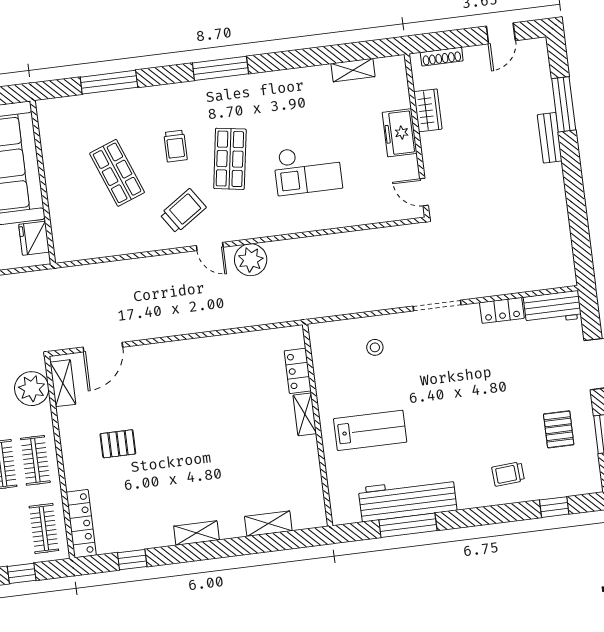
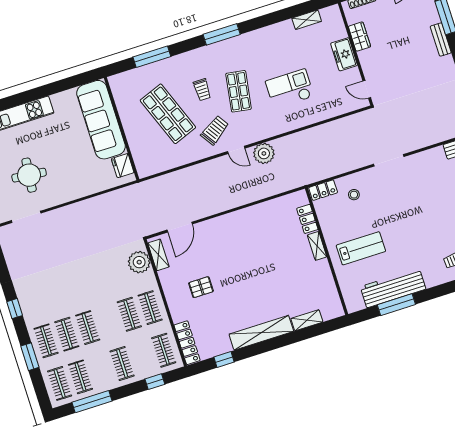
checkout: (308, 170) -> (290, 89), turned 180
shop shelf: (117, 173) -> (168, 114), width x1.43, depth x1.36
locker: (502, 310) -> (323, 190), moved
shelving: (197, 533) -> (261, 333), width x2.20, depth x1.33

